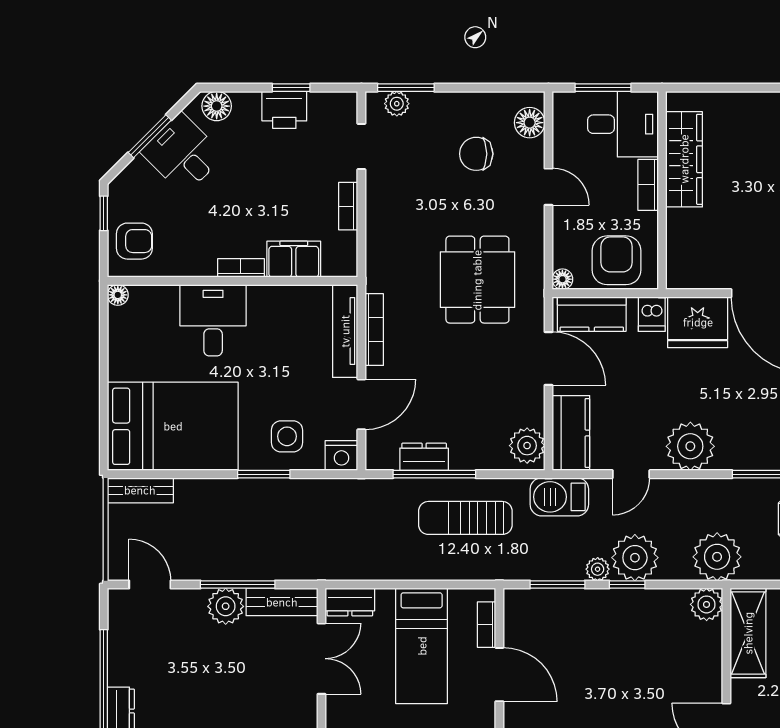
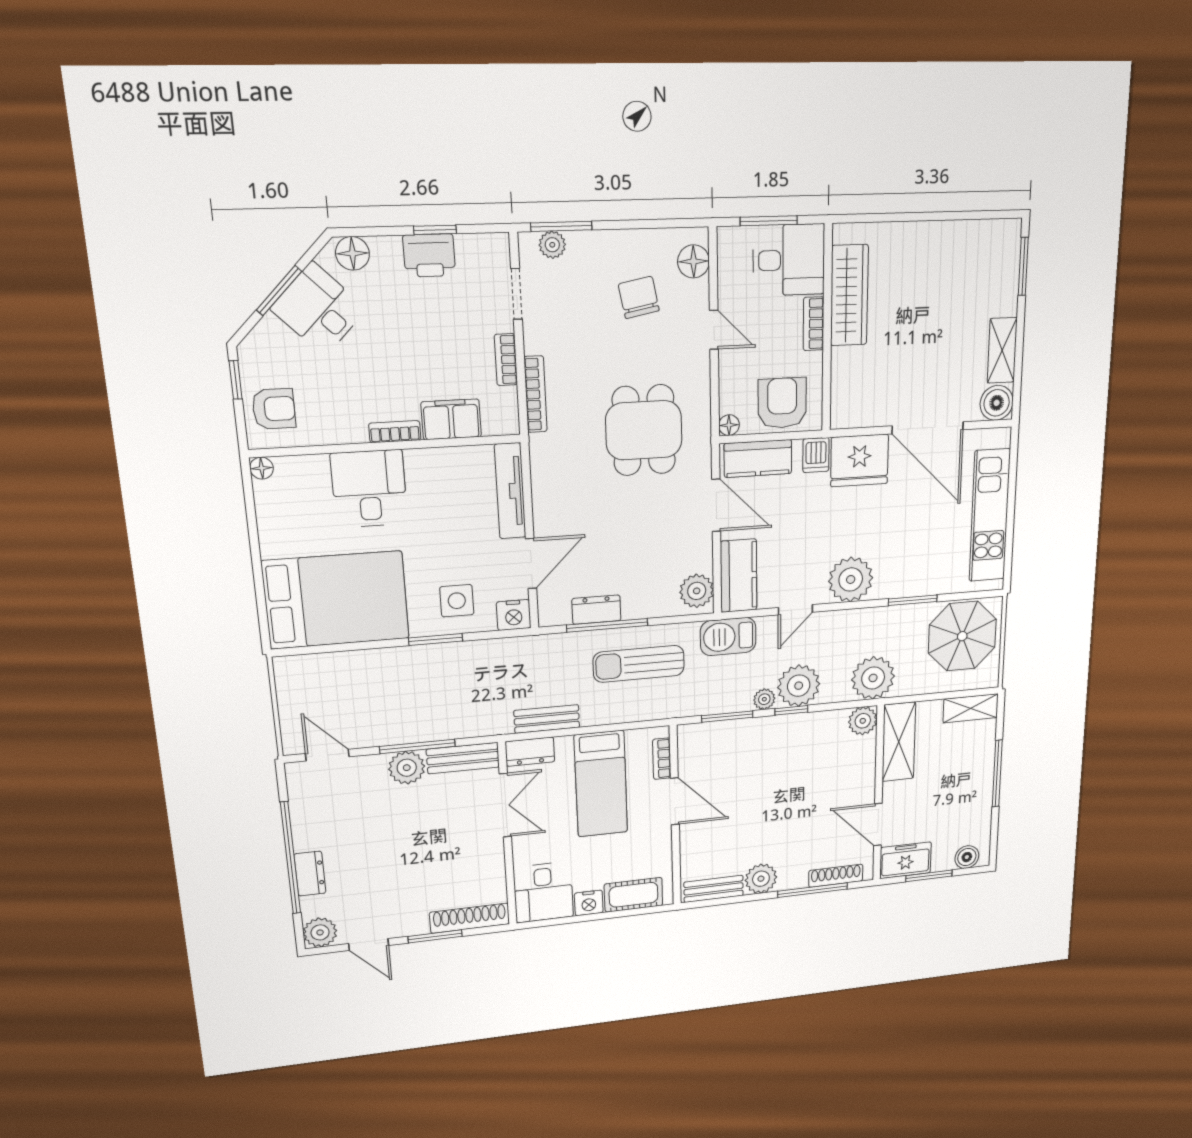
chair: (476, 154) -> (639, 297), turned 79
bookcase: (374, 330) -> (536, 394), moved
bench: (140, 490) -> (547, 719), moved

